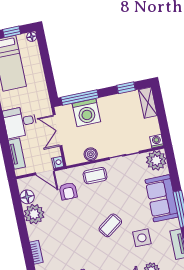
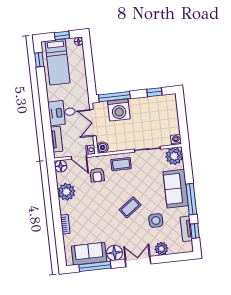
shelving: (148, 103) -> (172, 106), removed
boiler: (91, 154) -> (103, 147), moved
floor lamp: (27, 197) -> (61, 166), moved

